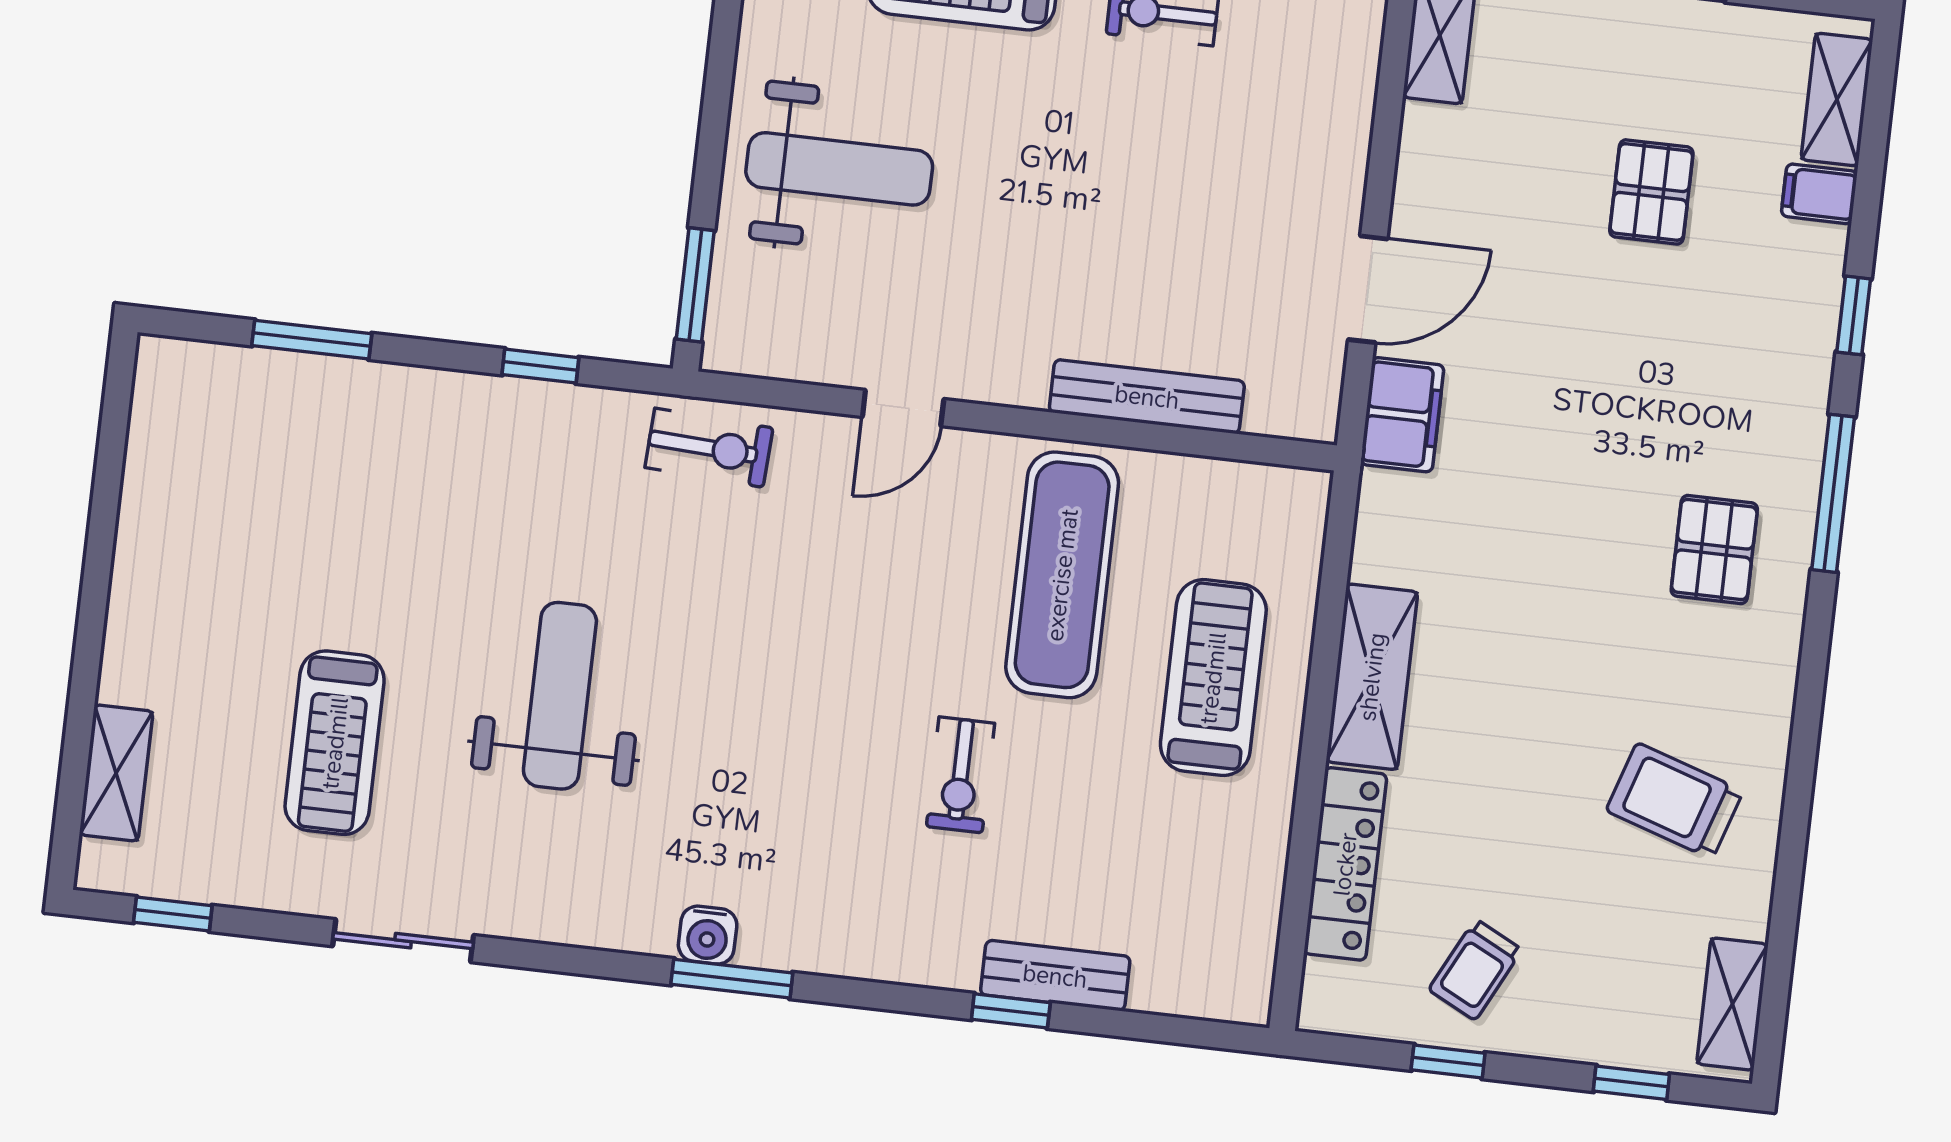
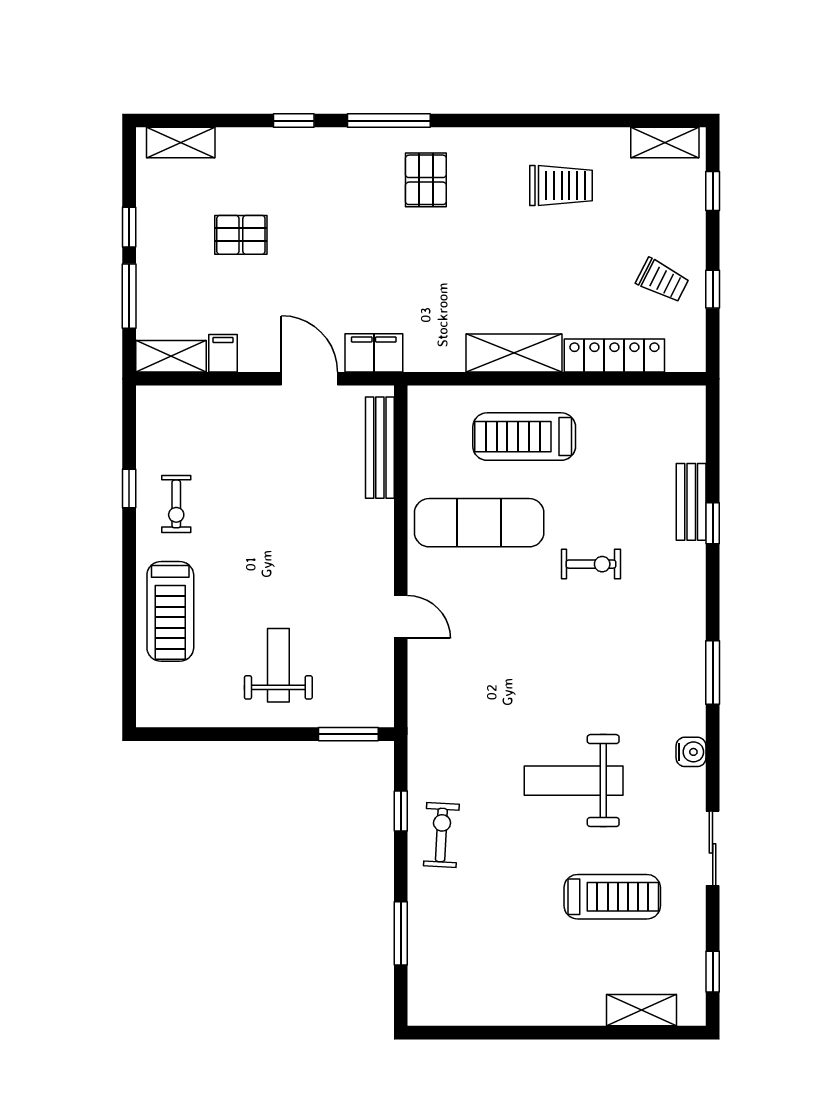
weight bench: (839, 169) -> (278, 665), width x0.73, depth x0.75
filing cabinet: (1819, 194) -> (223, 353), moved, turned 180
bench: (1147, 397) -> (380, 448), moved
exercise bike: (709, 448) -> (441, 835), moved
pallet: (1714, 550) -> (426, 180), turned 90
trolley: (1675, 801) -> (561, 185), turned -108
water cooler: (708, 935) -> (691, 752), moved

